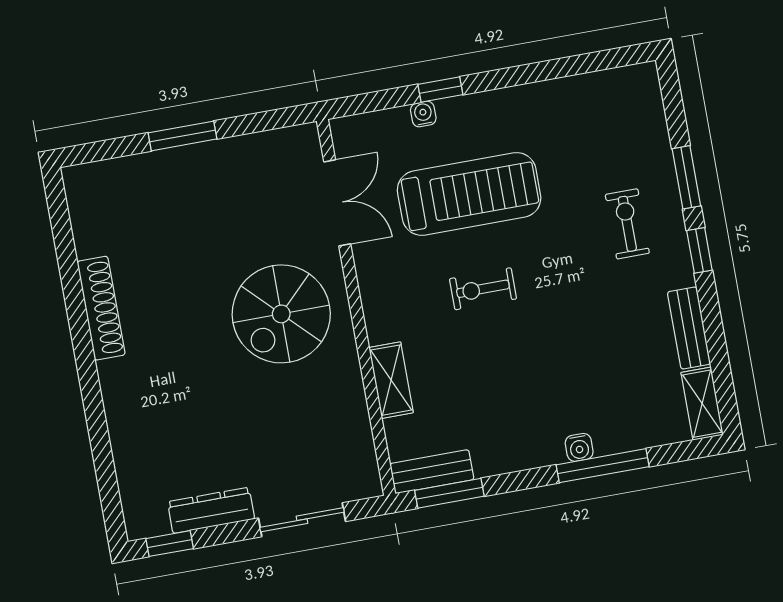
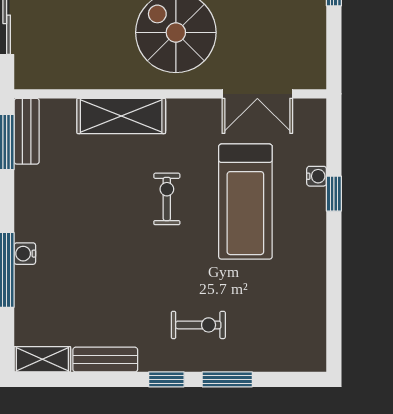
shelving: (391, 380) -> (121, 116), width x1.50, depth x1.33

